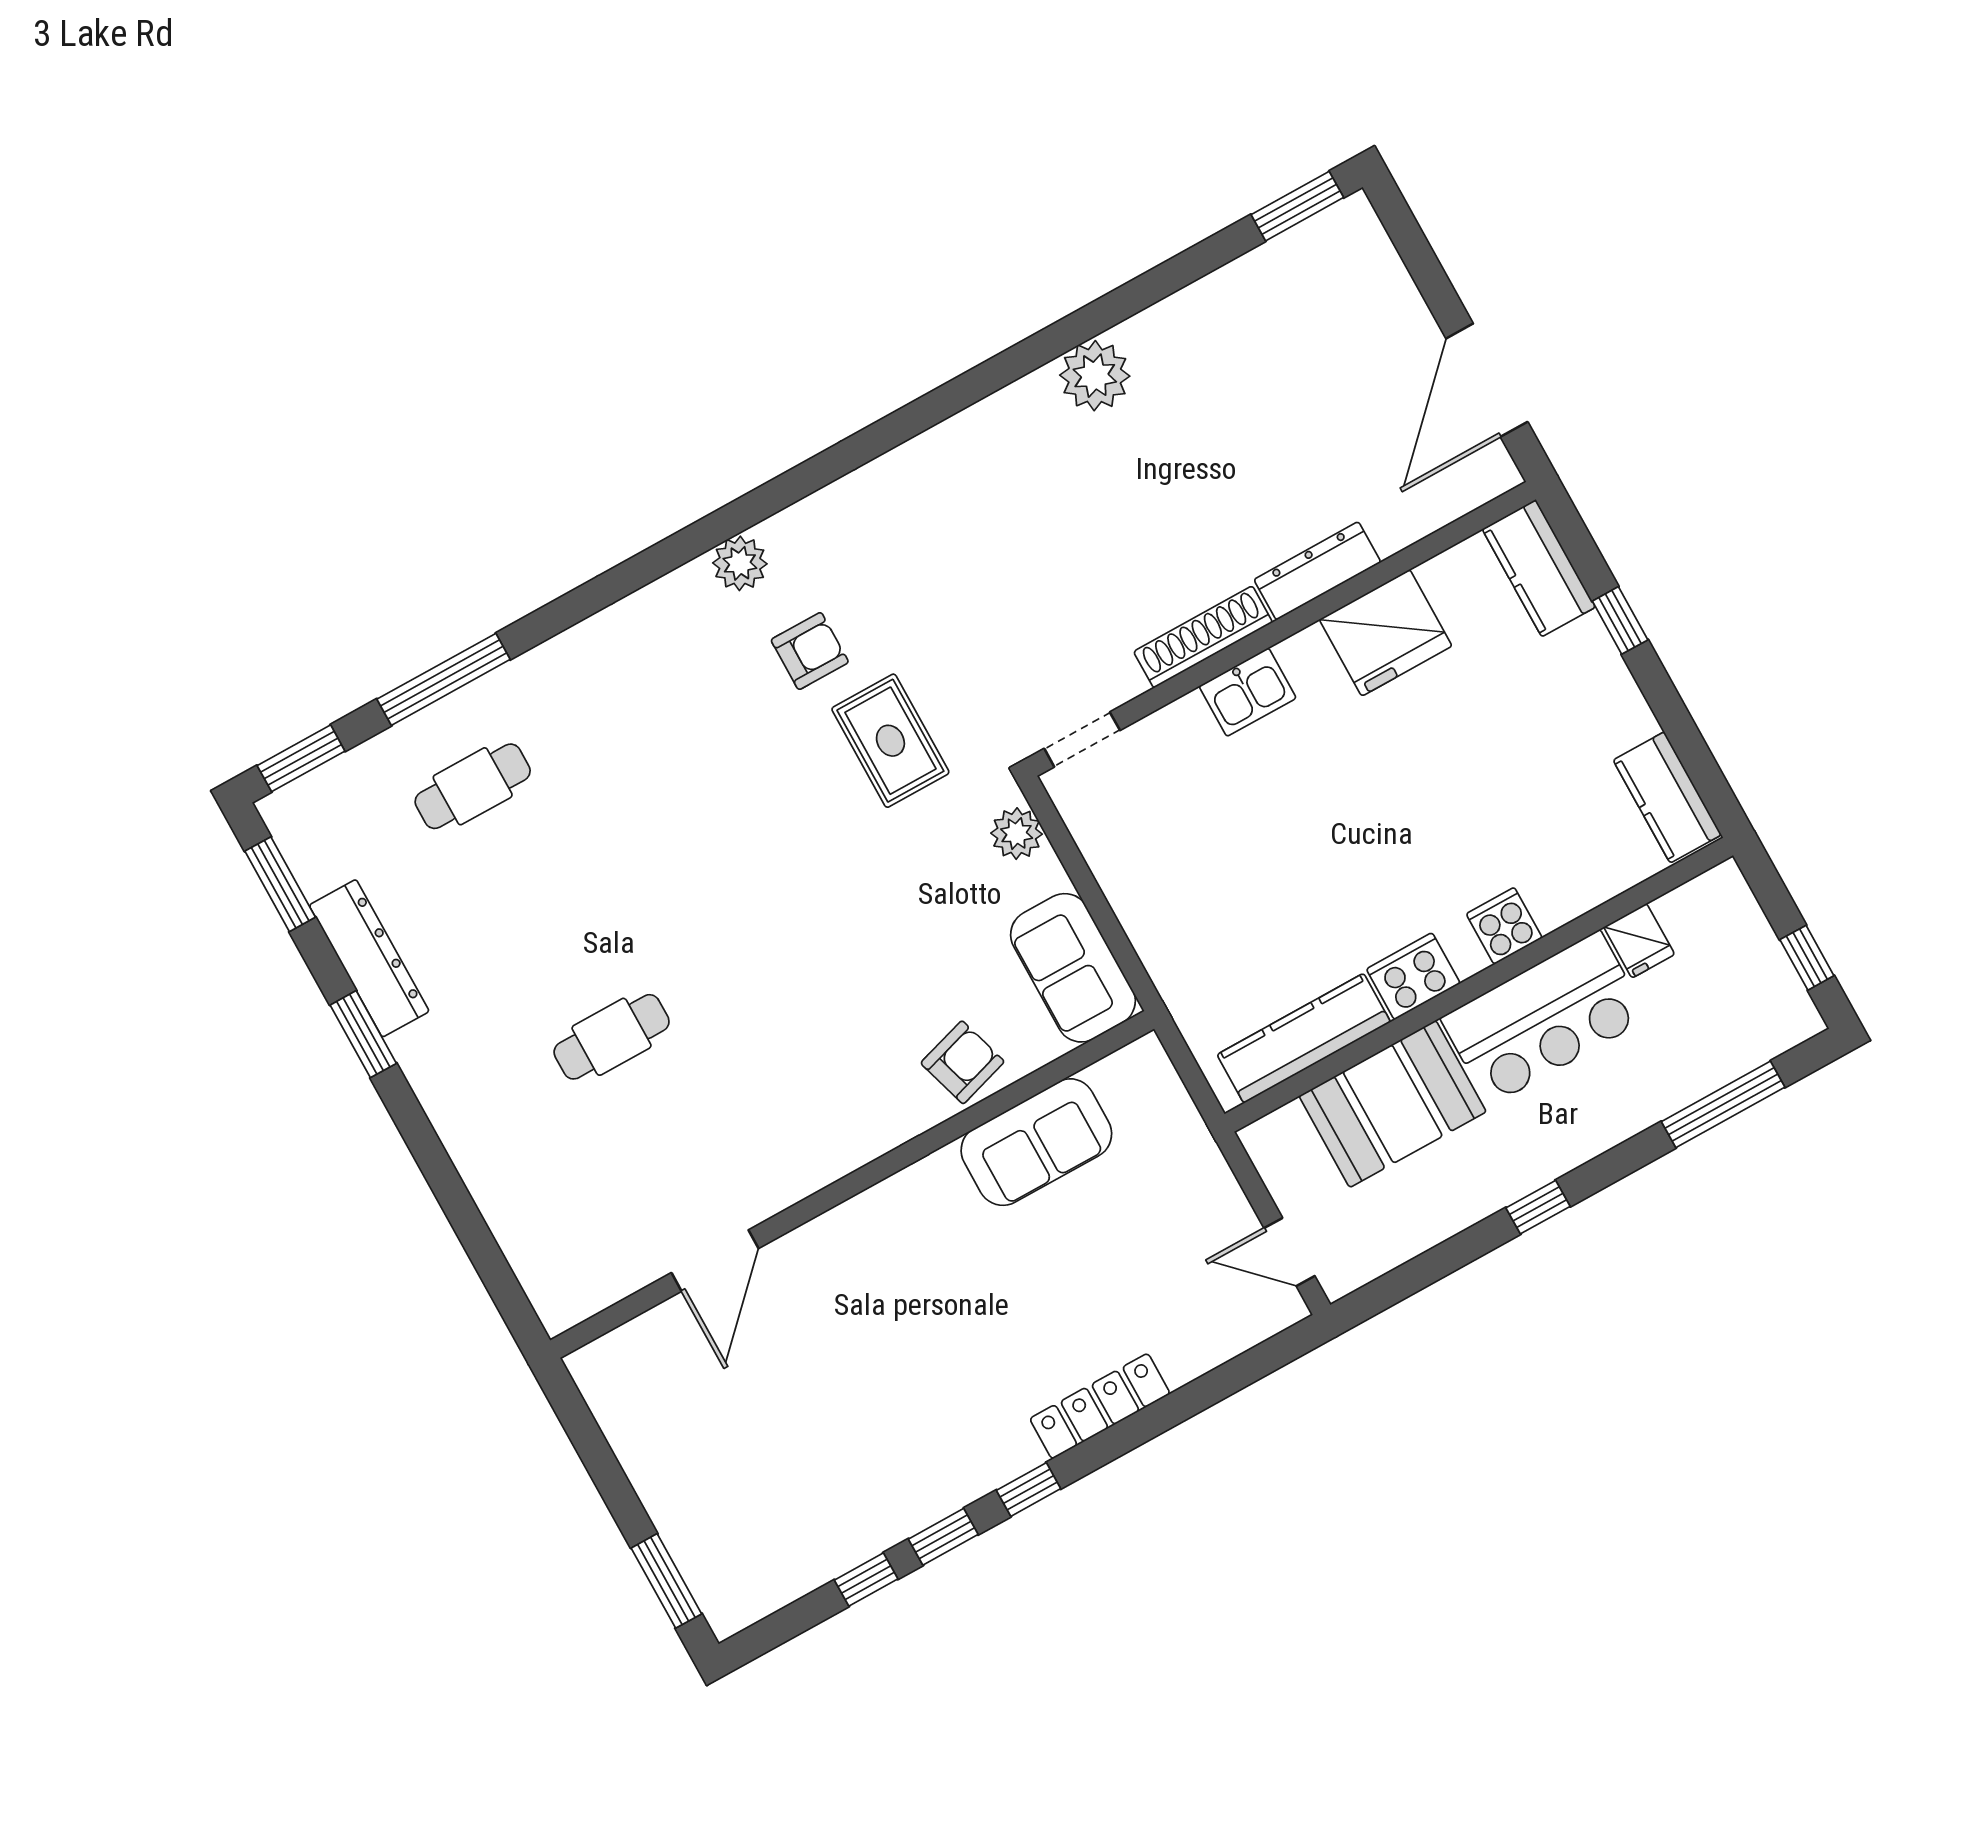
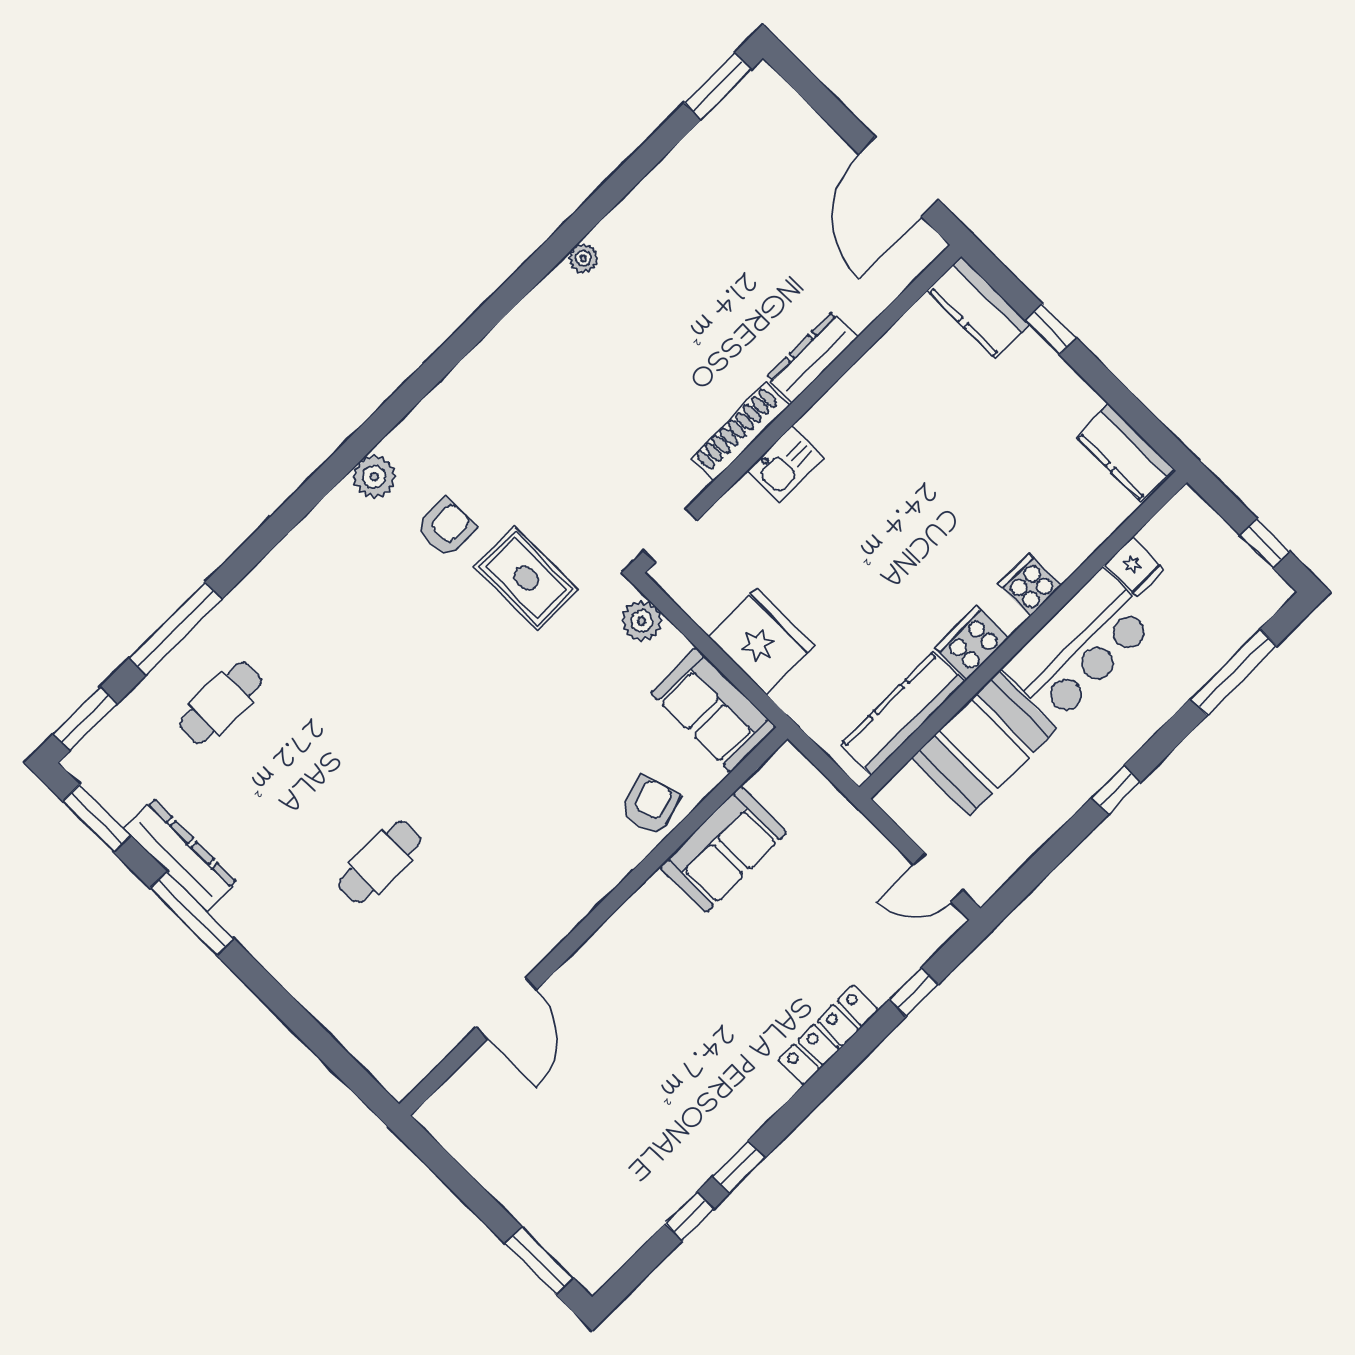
plant: (1095, 376) -> (583, 258), width x0.53, depth x0.53
fridge: (1386, 633) -> (762, 641), moved, turned -90
window: (363, 1034) -> (192, 914), width x1.44
window: (1029, 1489) -> (914, 992), moved

